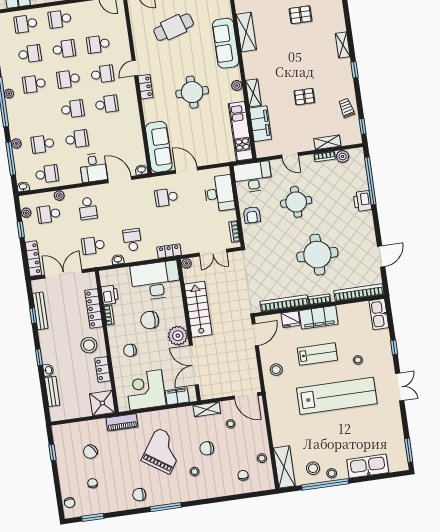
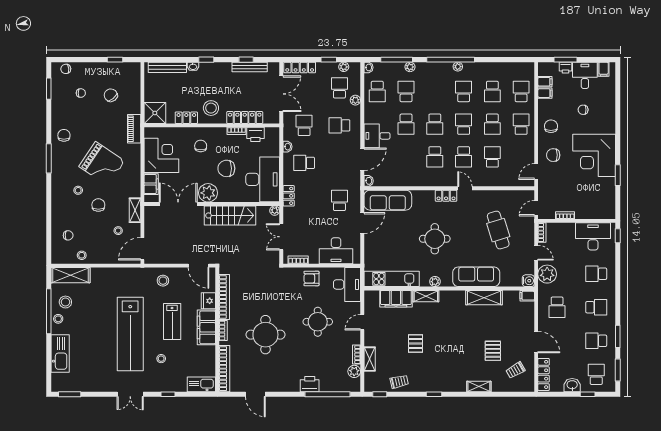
shelving: (343, 45) -> (479, 386), moved
school desk: (132, 240) -> (304, 163), turned 180
chair: (150, 320) -> (226, 168), turned -90
bench: (52, 391) -> (167, 67), width x1.36

